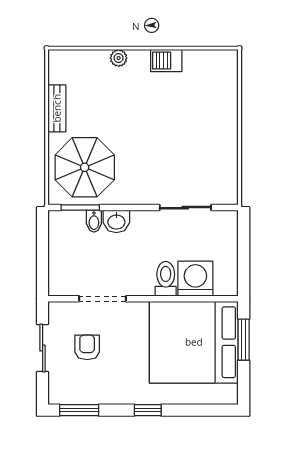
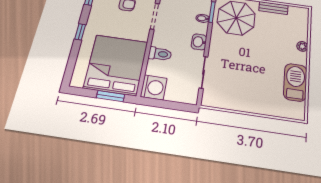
barbecue: (166, 61) -> (295, 82), width x1.88, depth x1.53
washbasin: (116, 221) -> (199, 42), moved
washing machine: (195, 279) -> (154, 87), moved

